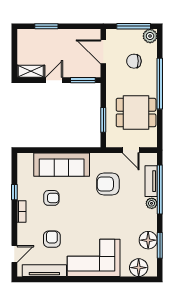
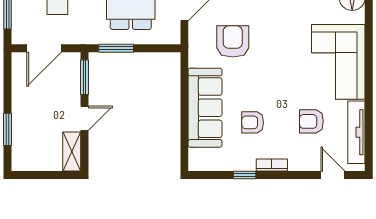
door: (54, 80) -> (84, 118), swing flipped
window: (103, 120) -> (116, 48), moved
armchair: (108, 184) -> (233, 41), turned 180
armchair: (51, 198) -> (253, 122), turned -90

